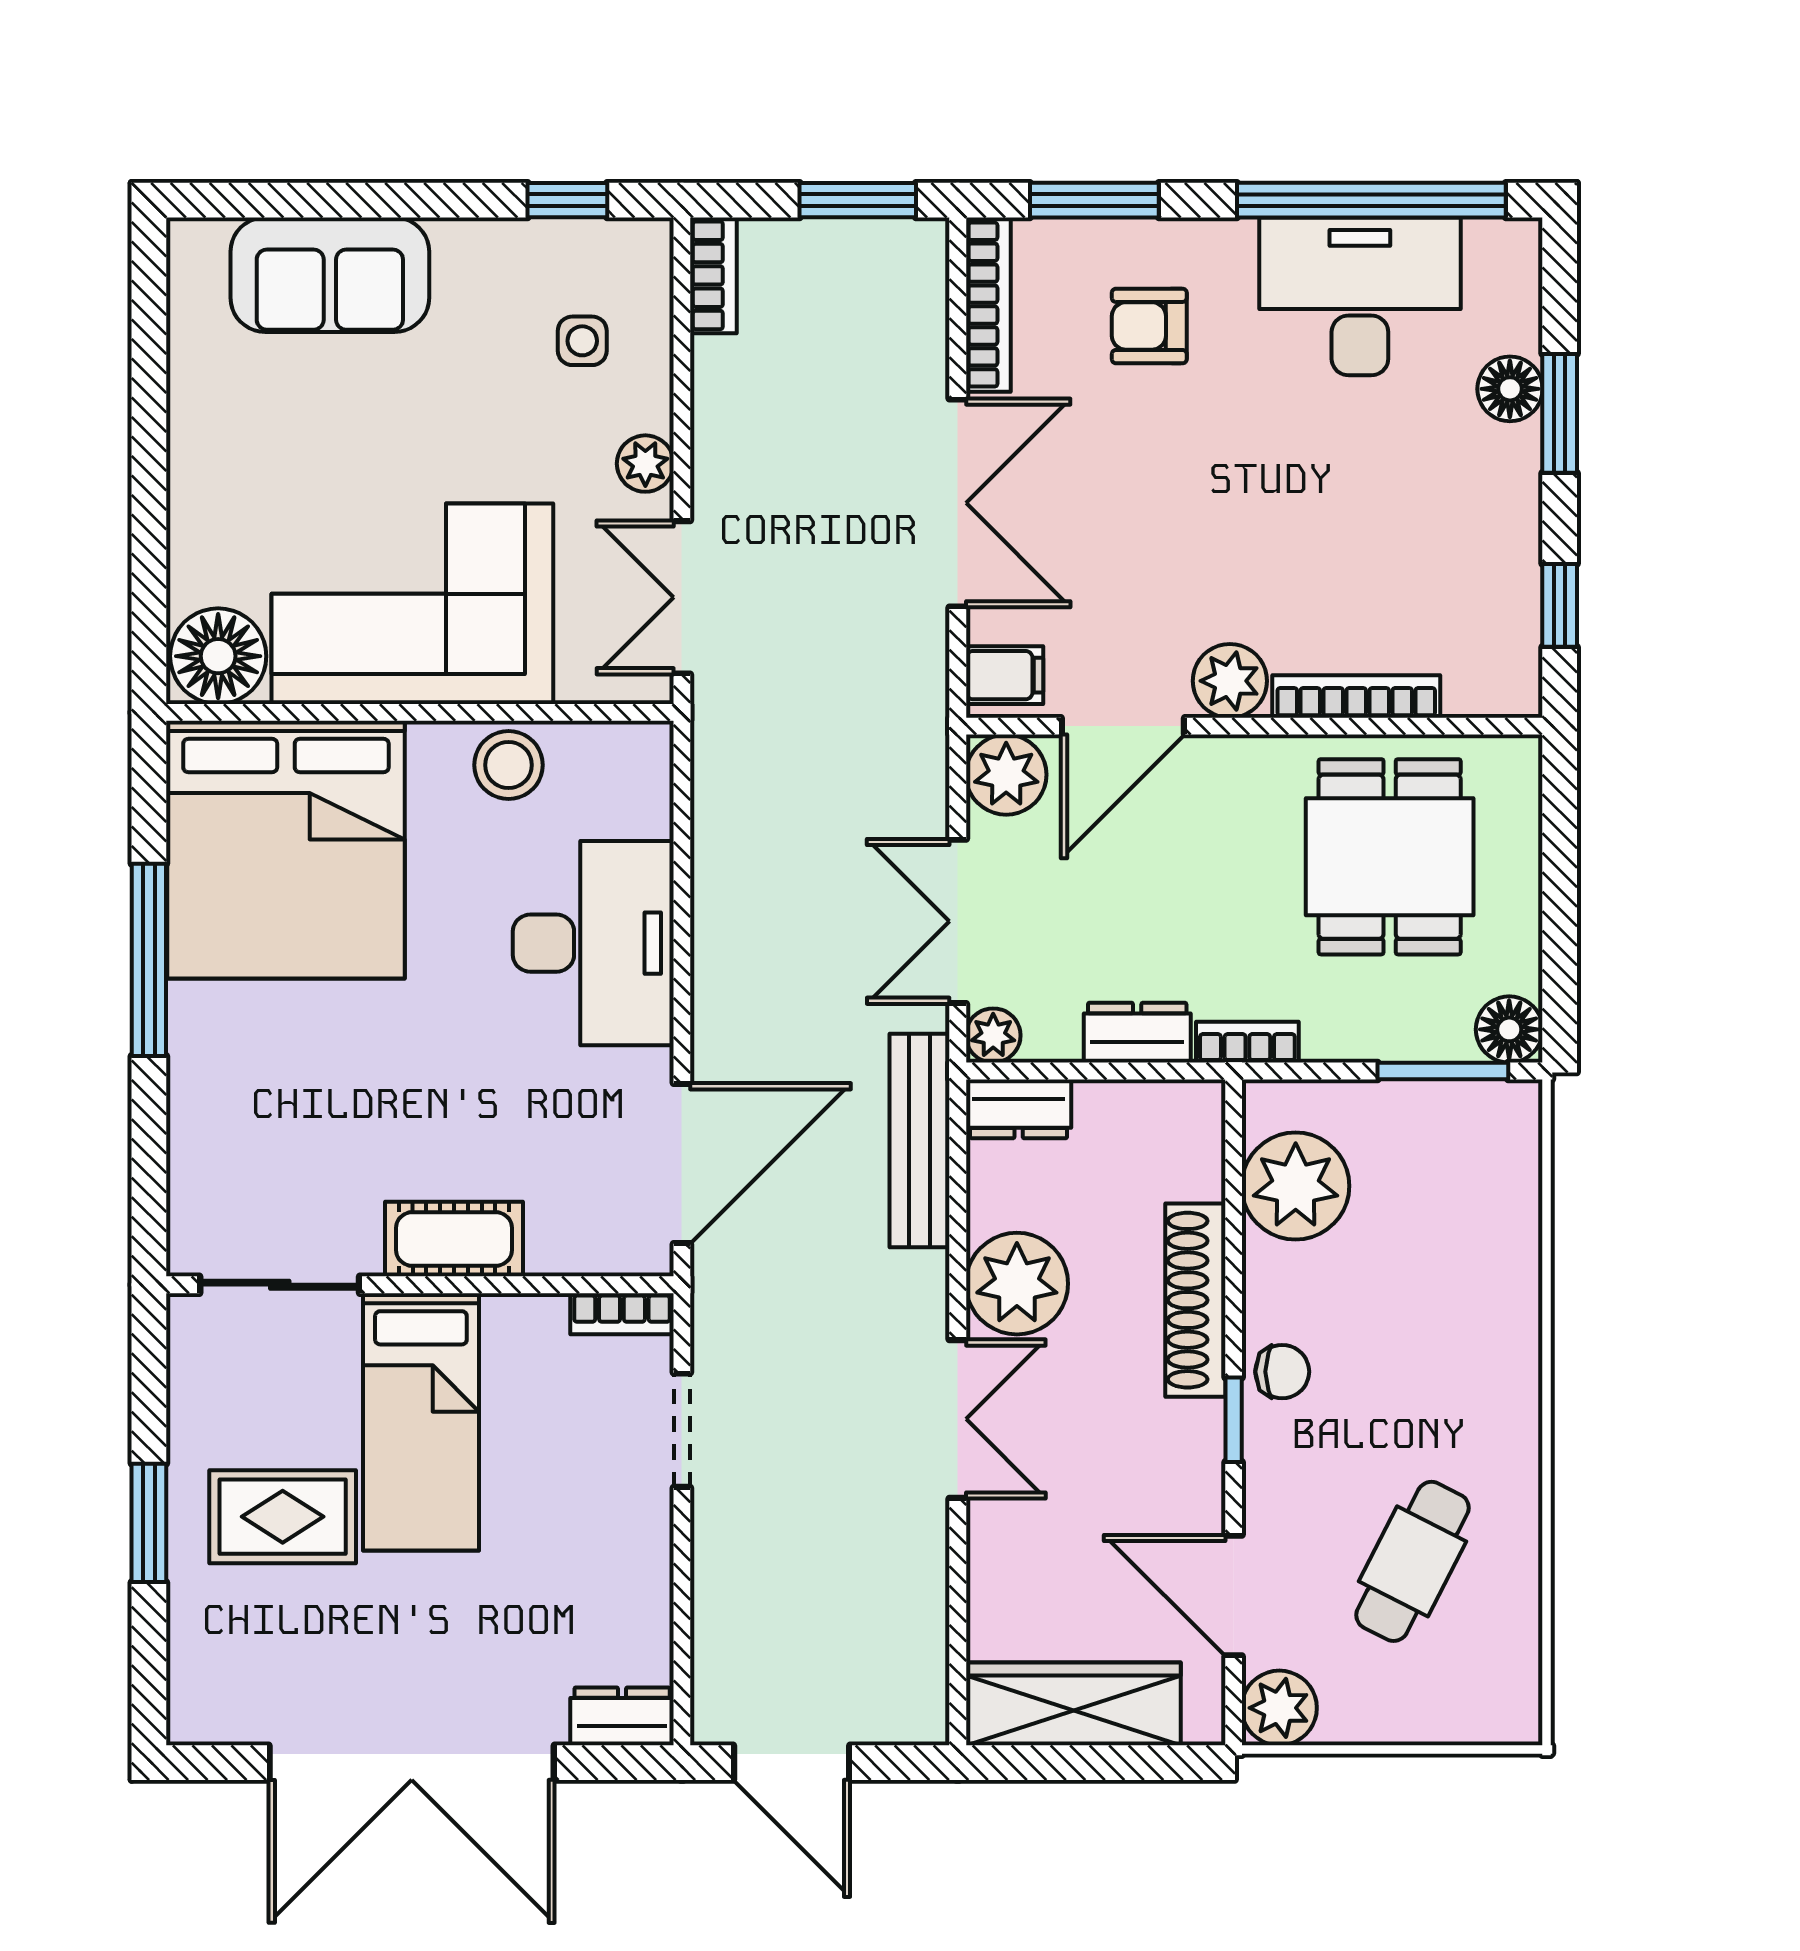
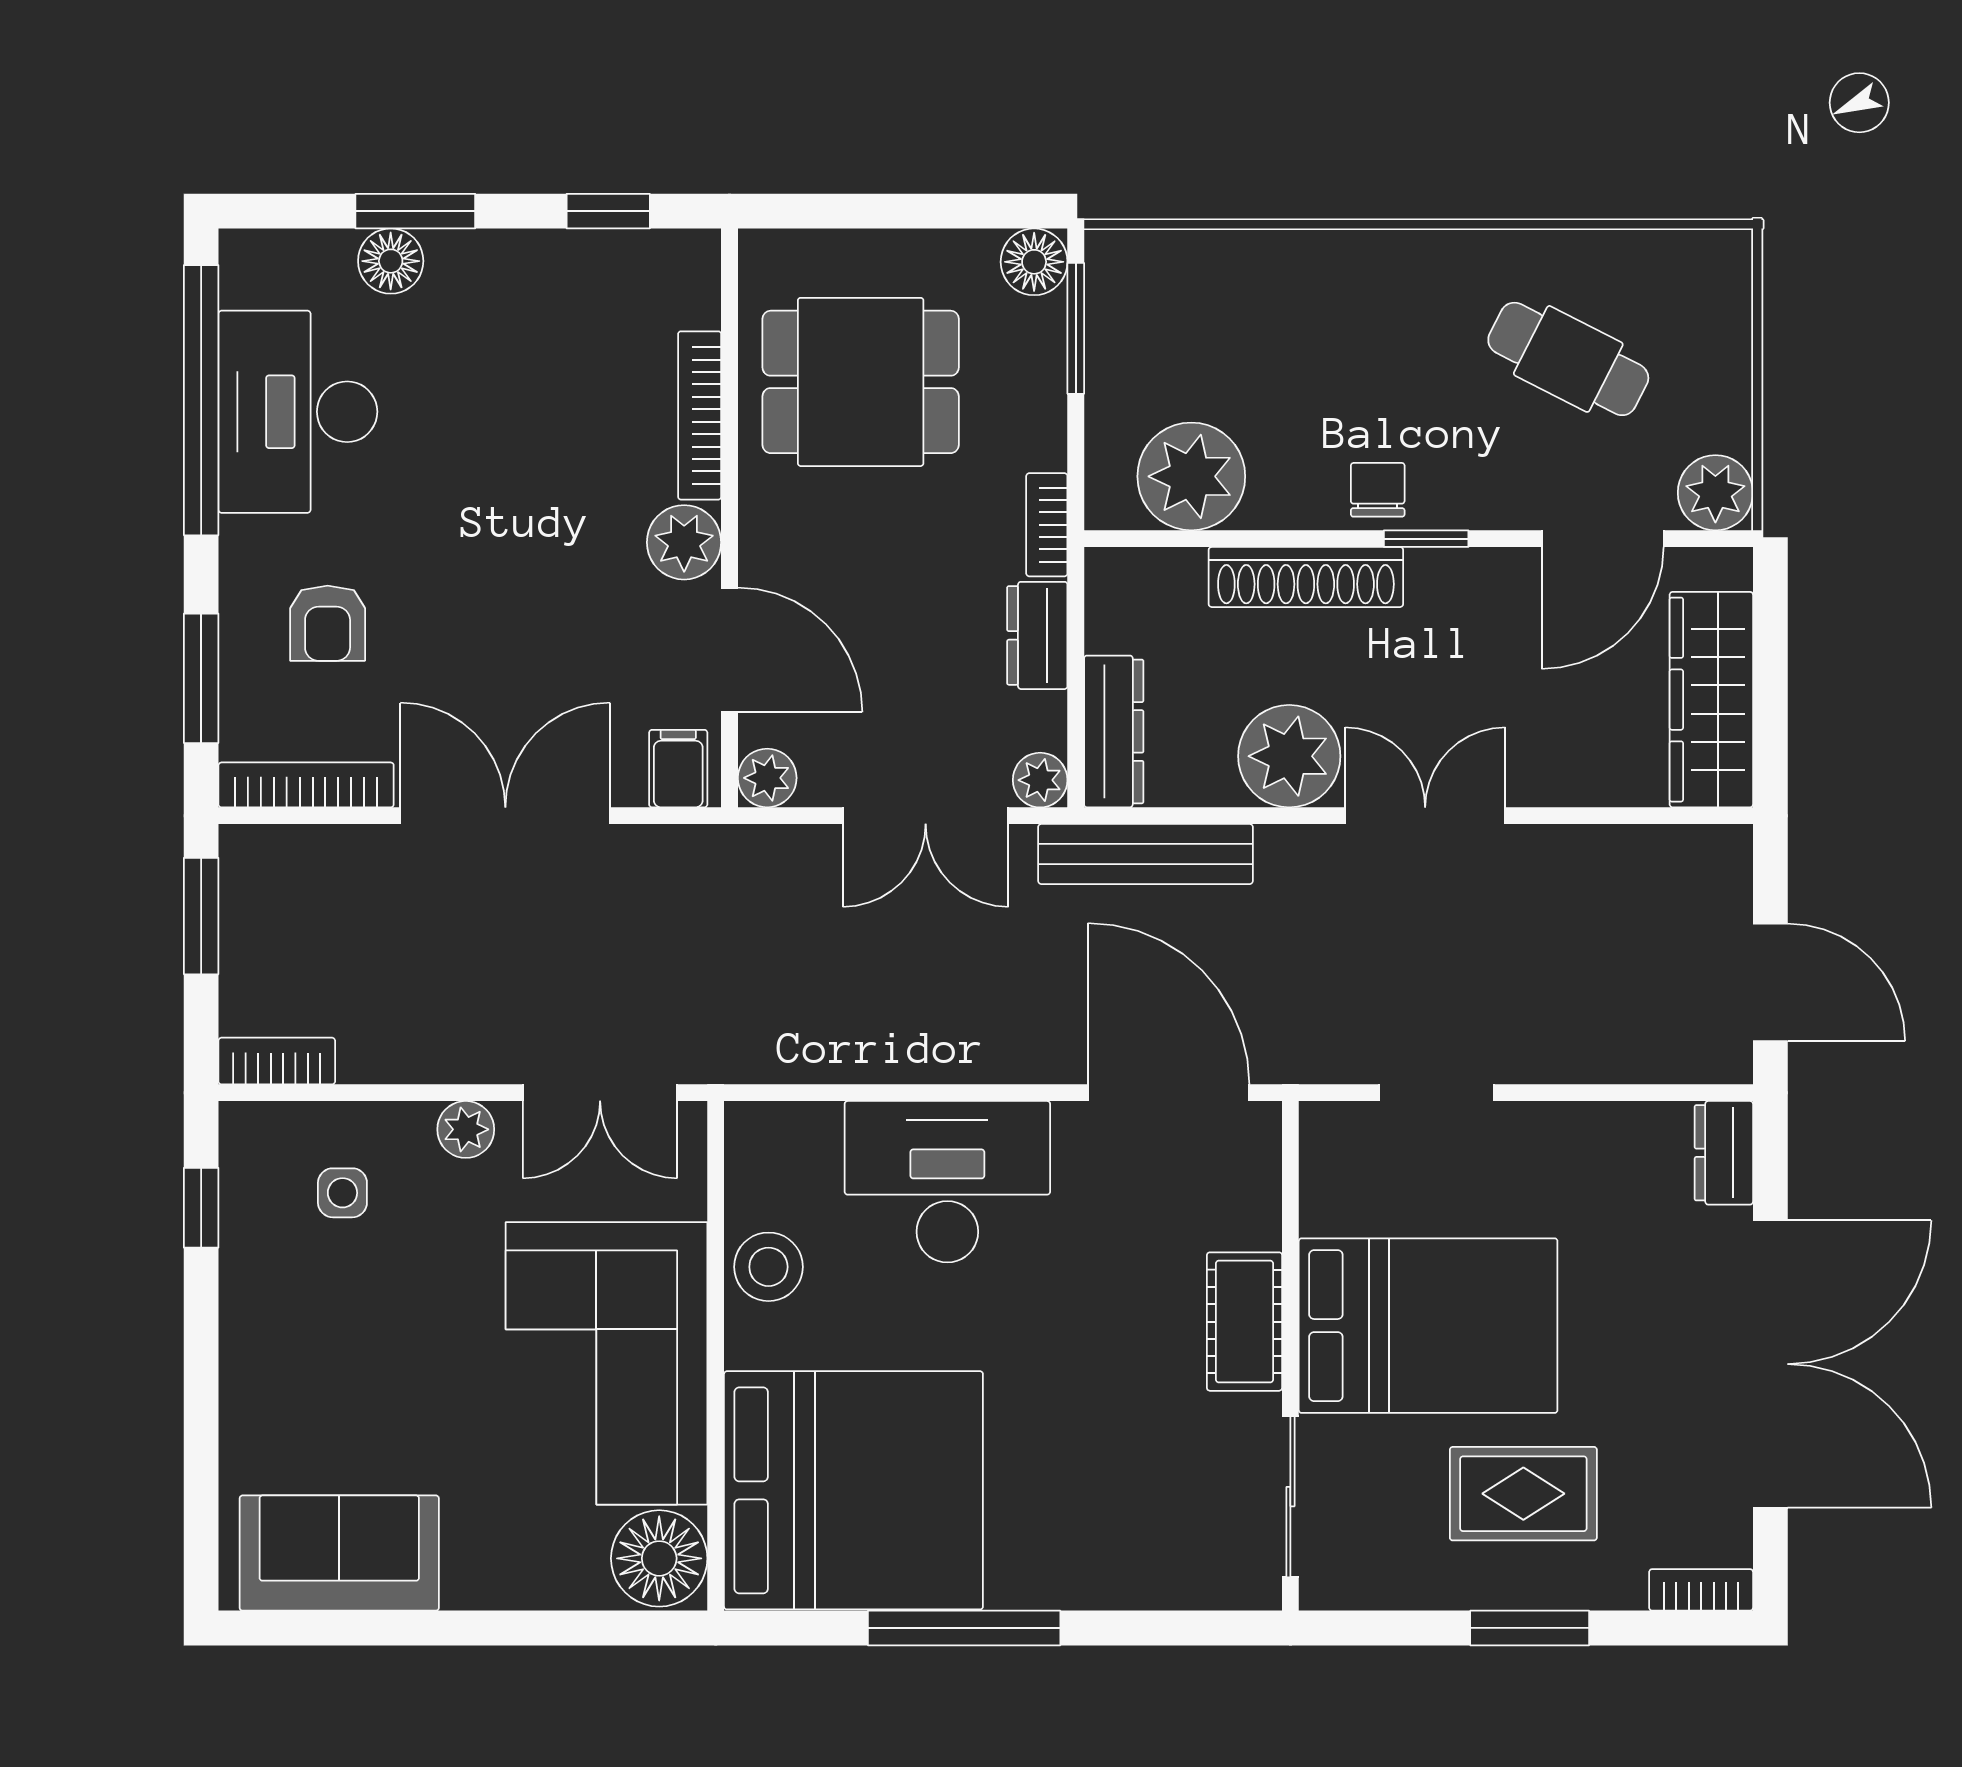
sofa: (330, 275) -> (339, 1553), moved, turned -90
plant: (1006, 775) -> (767, 778), width x0.73, depth x0.73
dresser: (1019, 1109) -> (1114, 731), width x1.44
bookcase: (622, 1314) -> (1701, 1590), moved, turned -90
bed: (421, 1422) -> (1428, 1326), width x1.50
rug: (283, 1517) -> (1523, 1494), turned 90
door: (792, 1763) -> (1770, 982), hinge flipped

